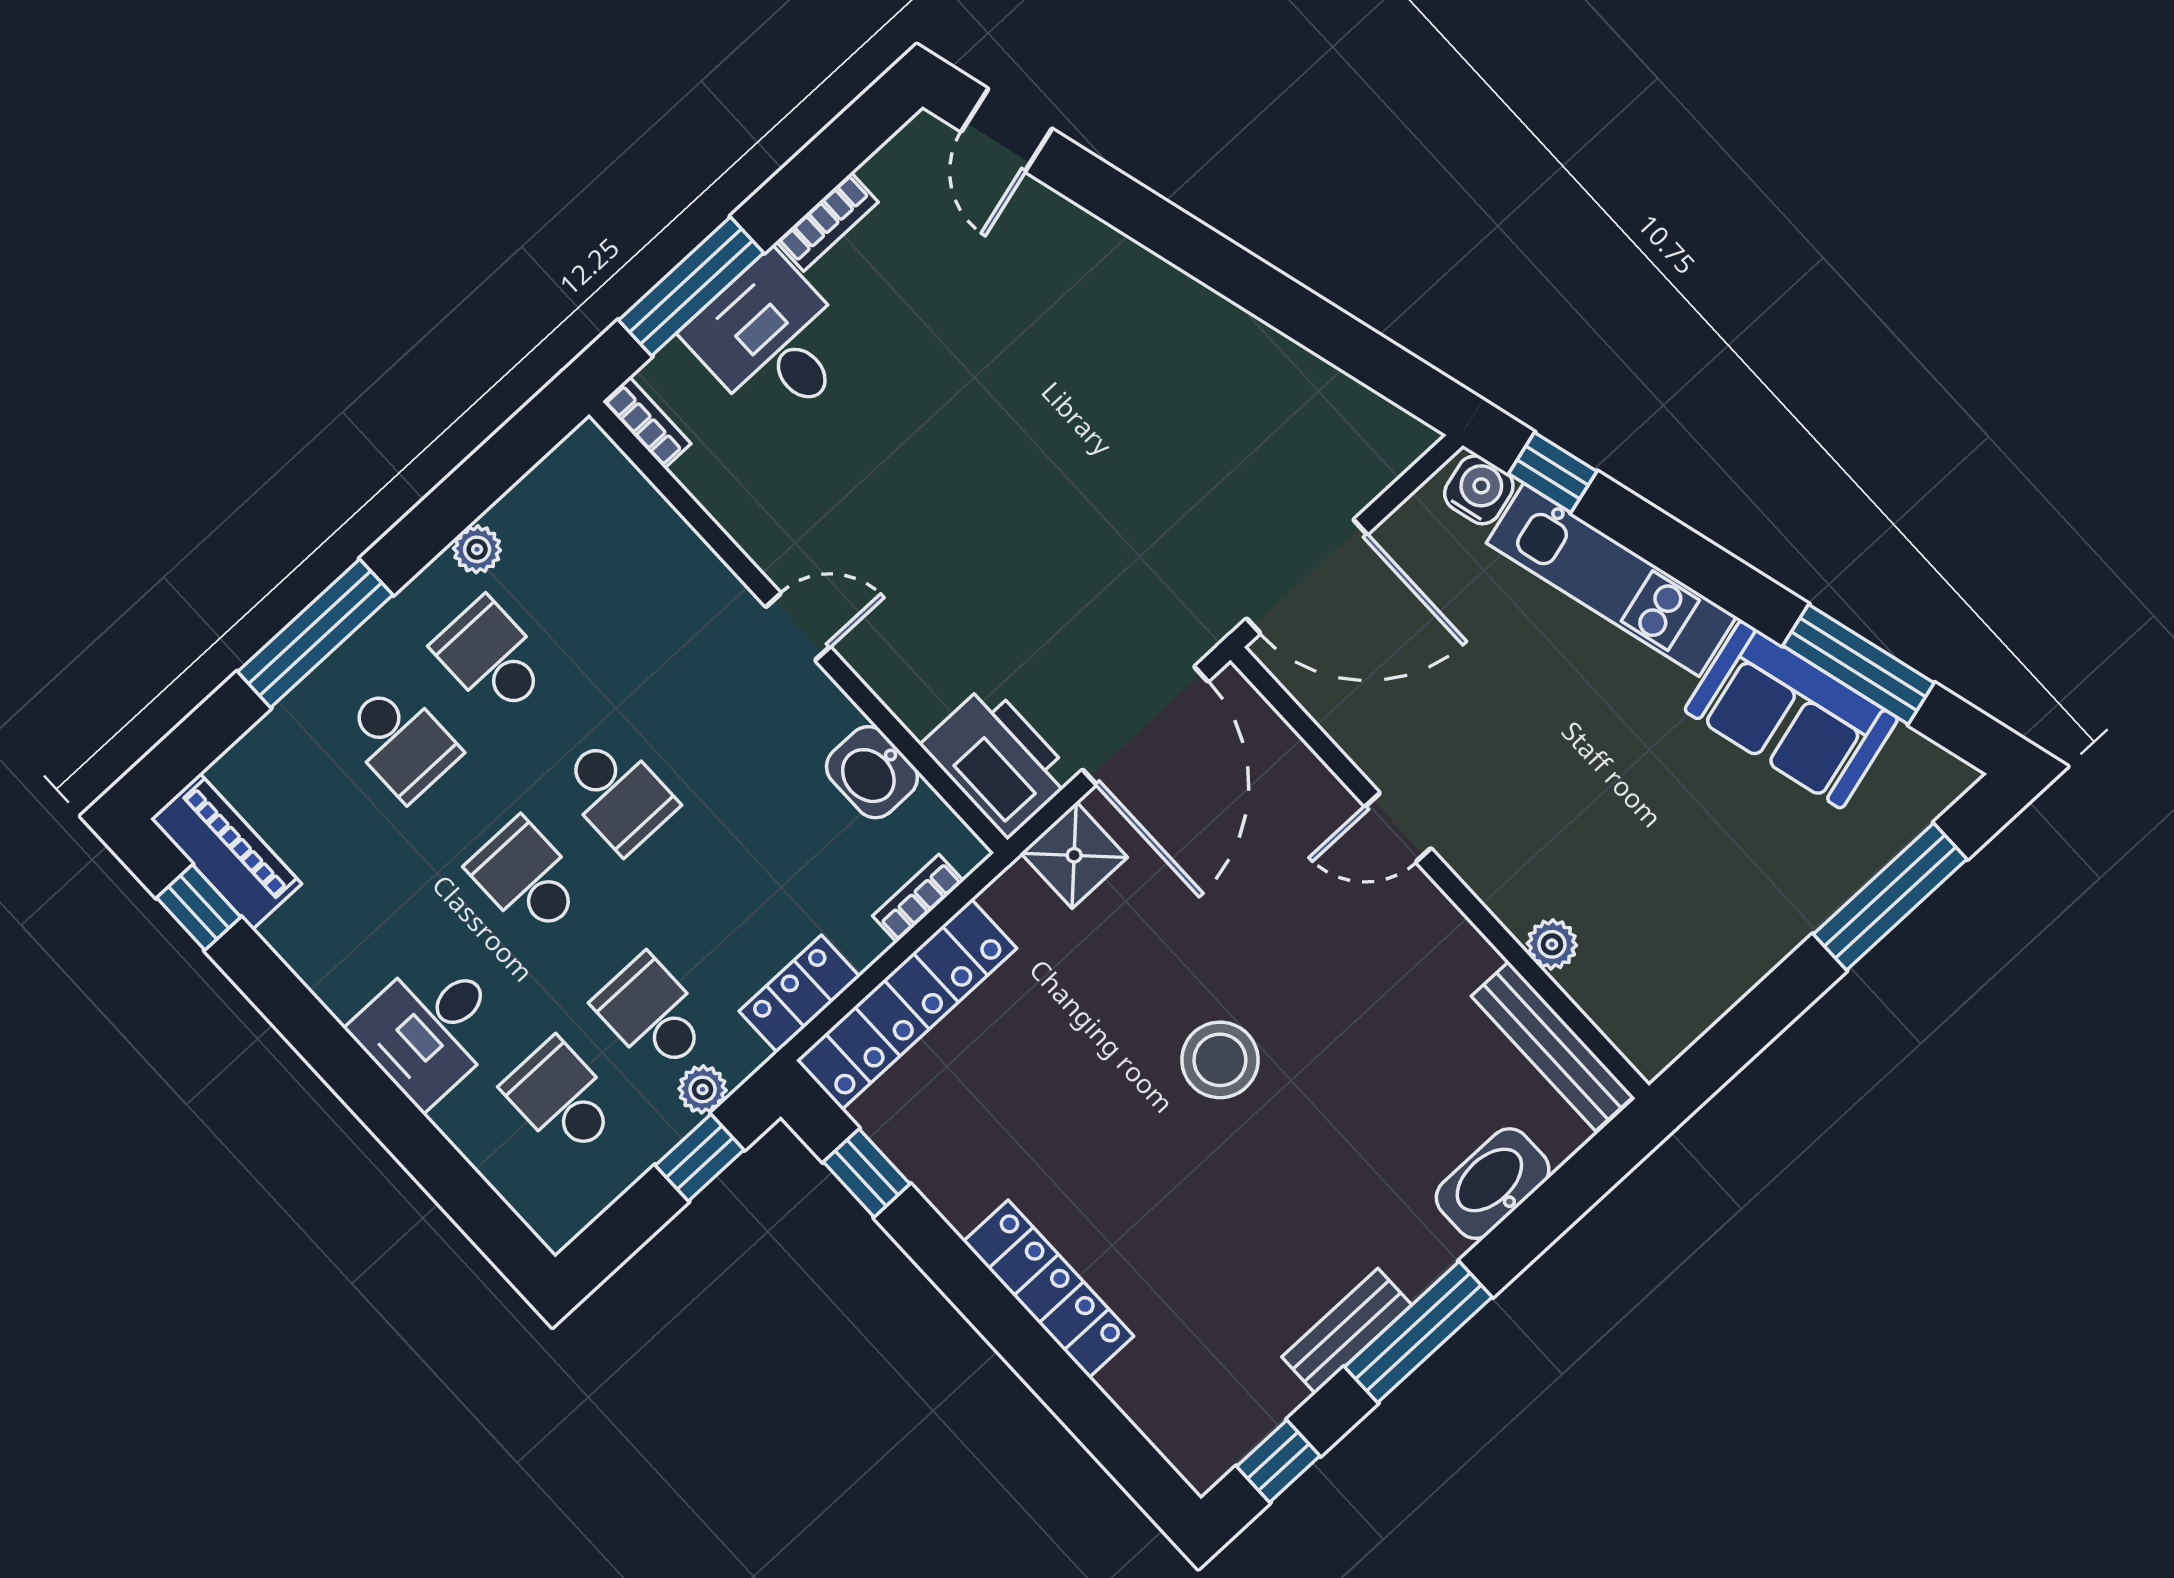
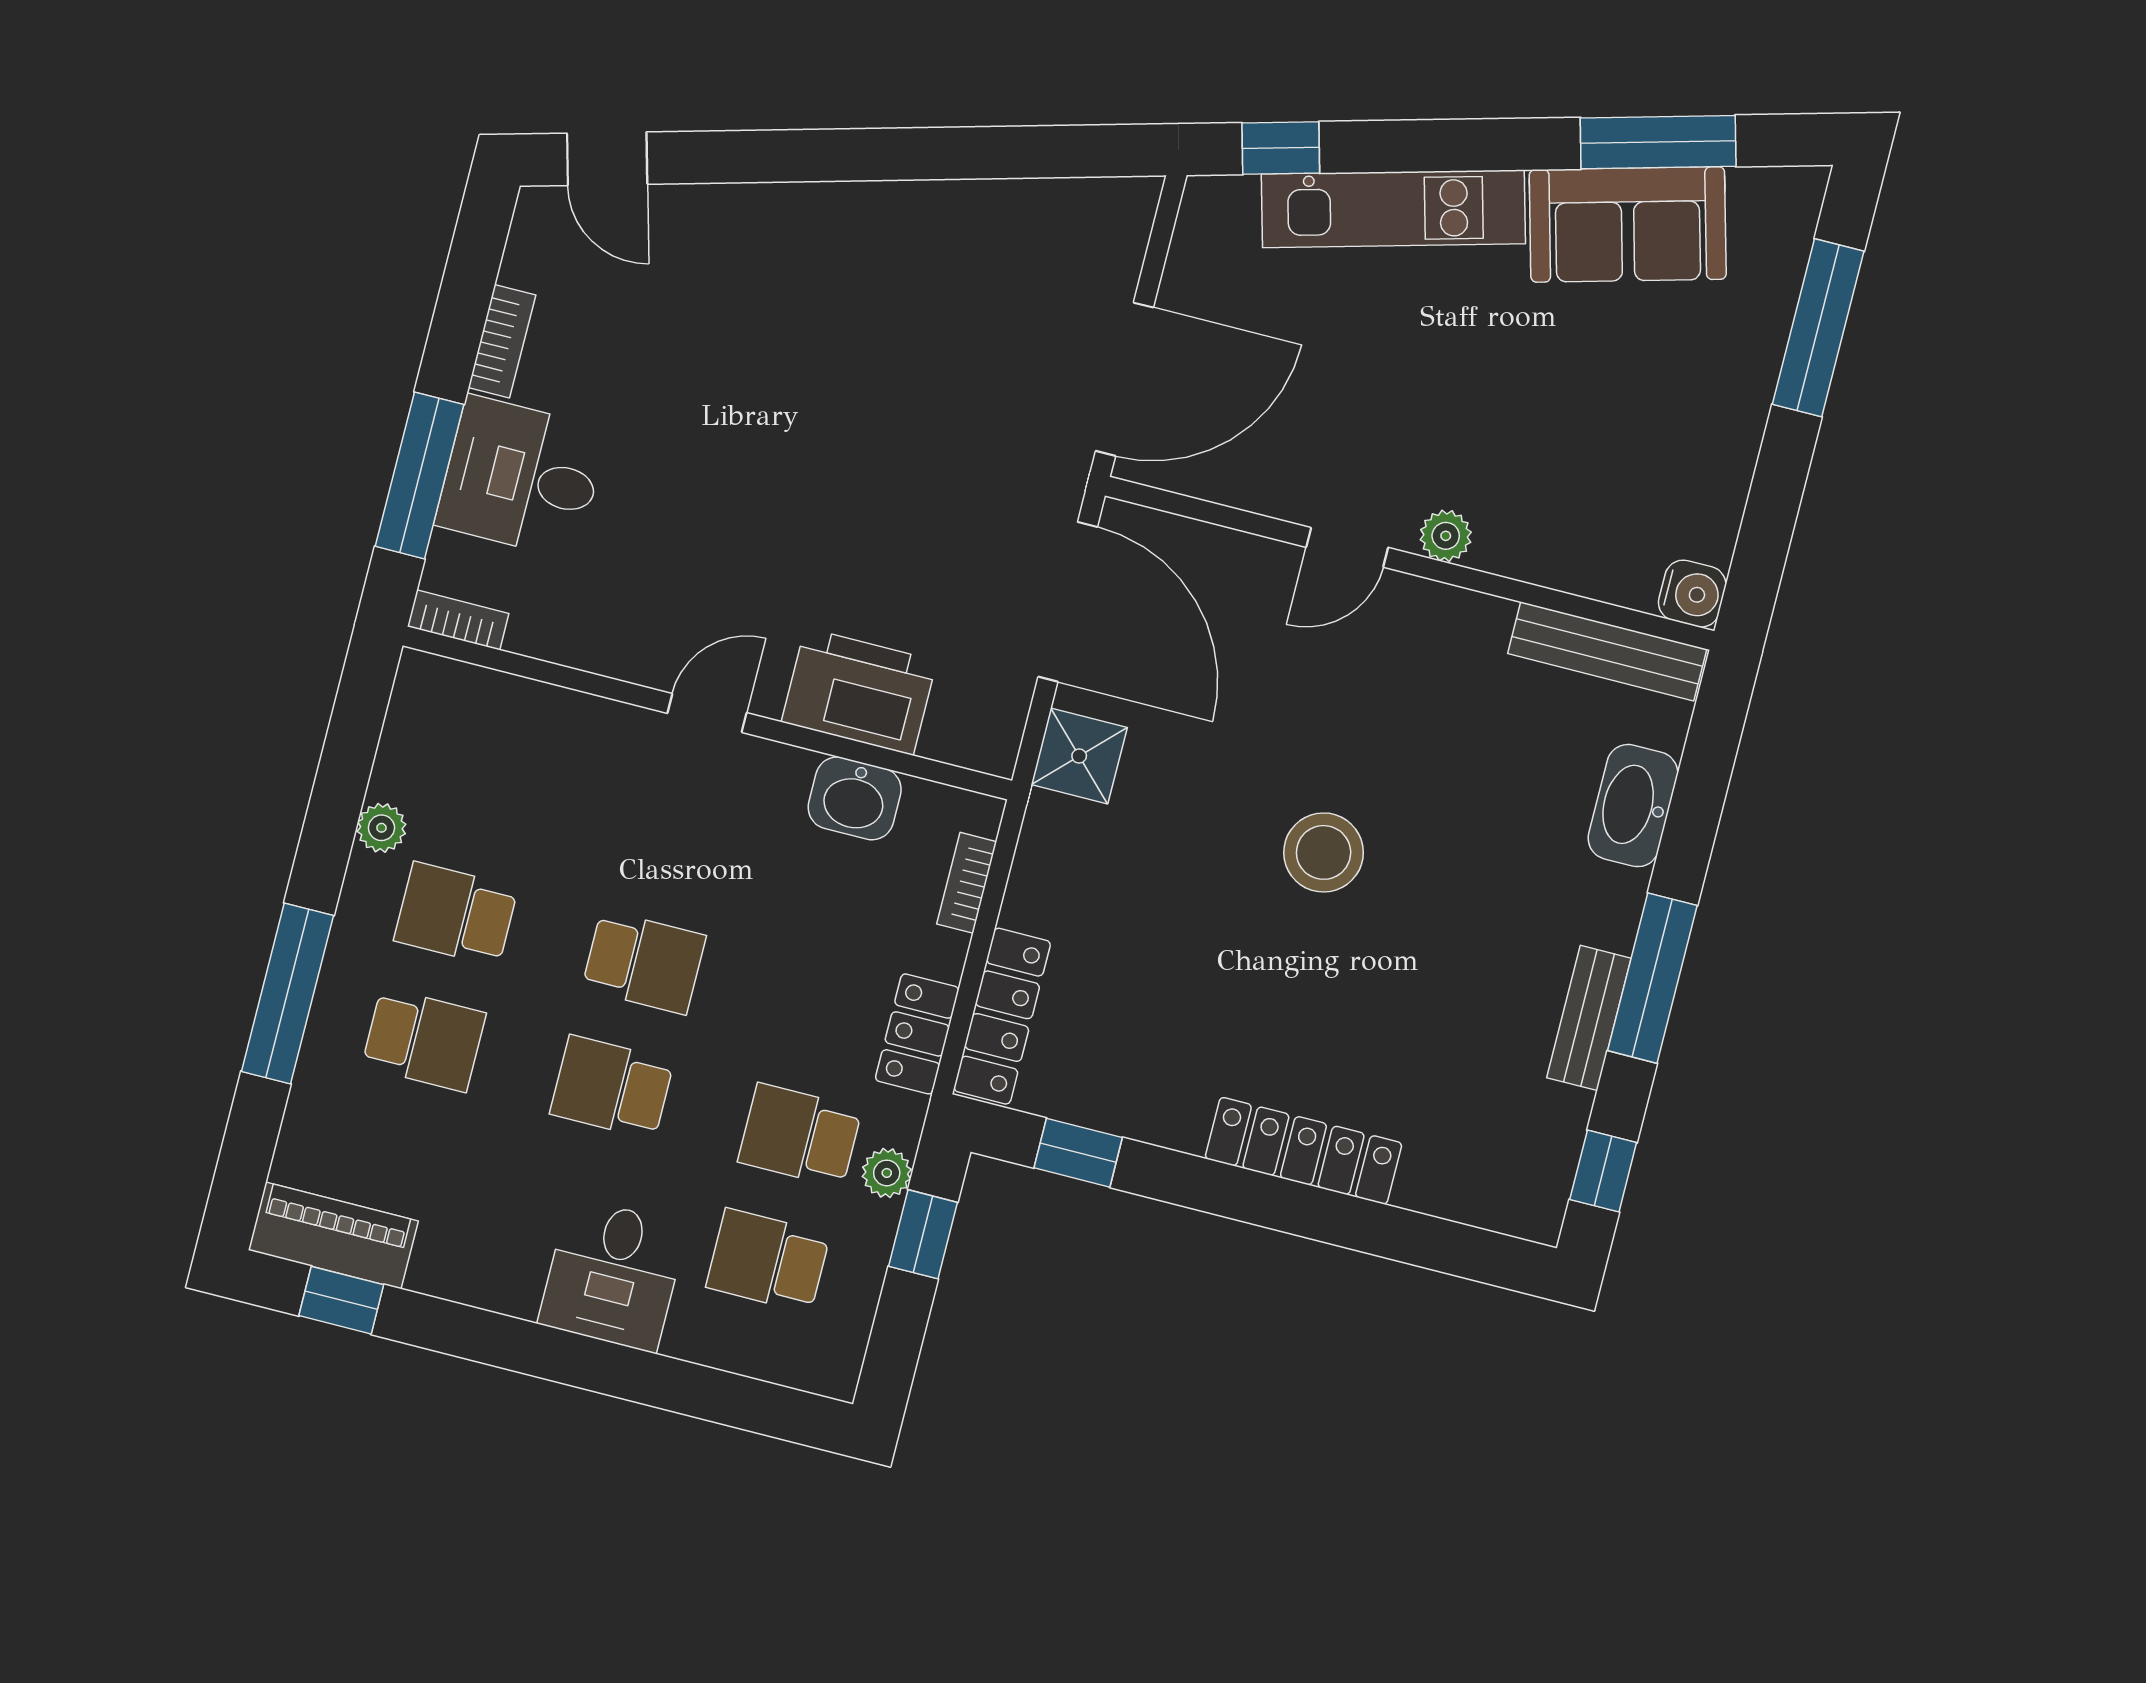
water cooler: (1479, 490) -> (1692, 594), moved, turned 105
printer: (998, 761) -> (859, 691), moved
plant: (1552, 944) -> (1446, 536), moved
locker: (906, 1004) -> (1002, 1016), width x0.71, depth x0.83

